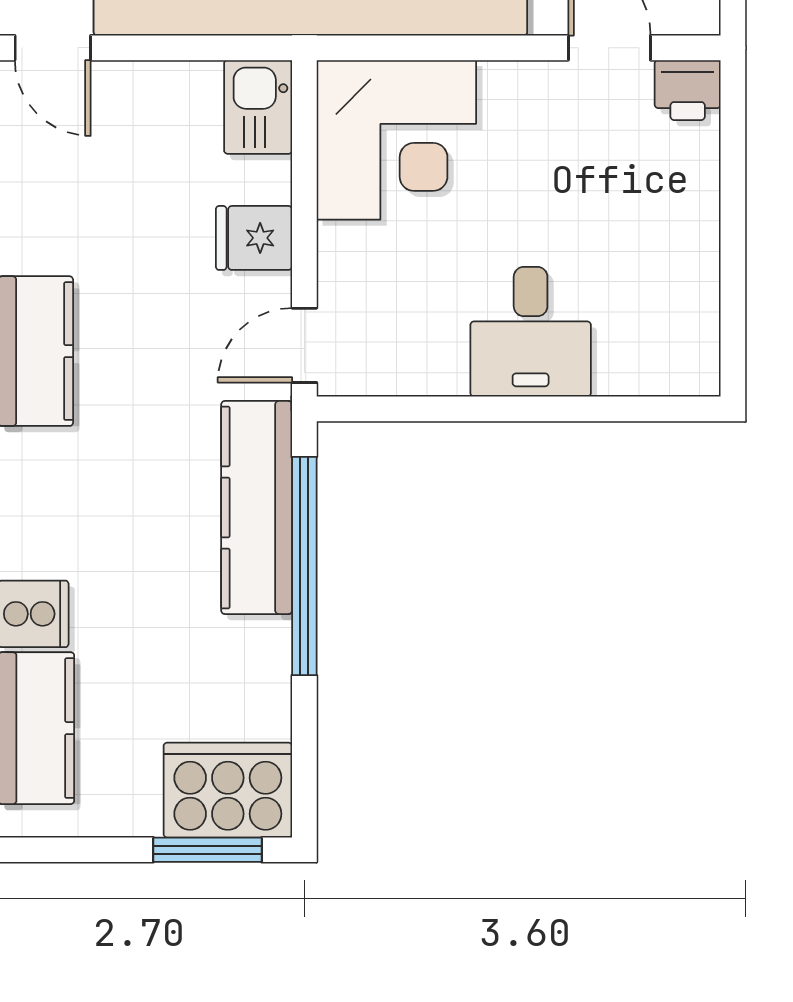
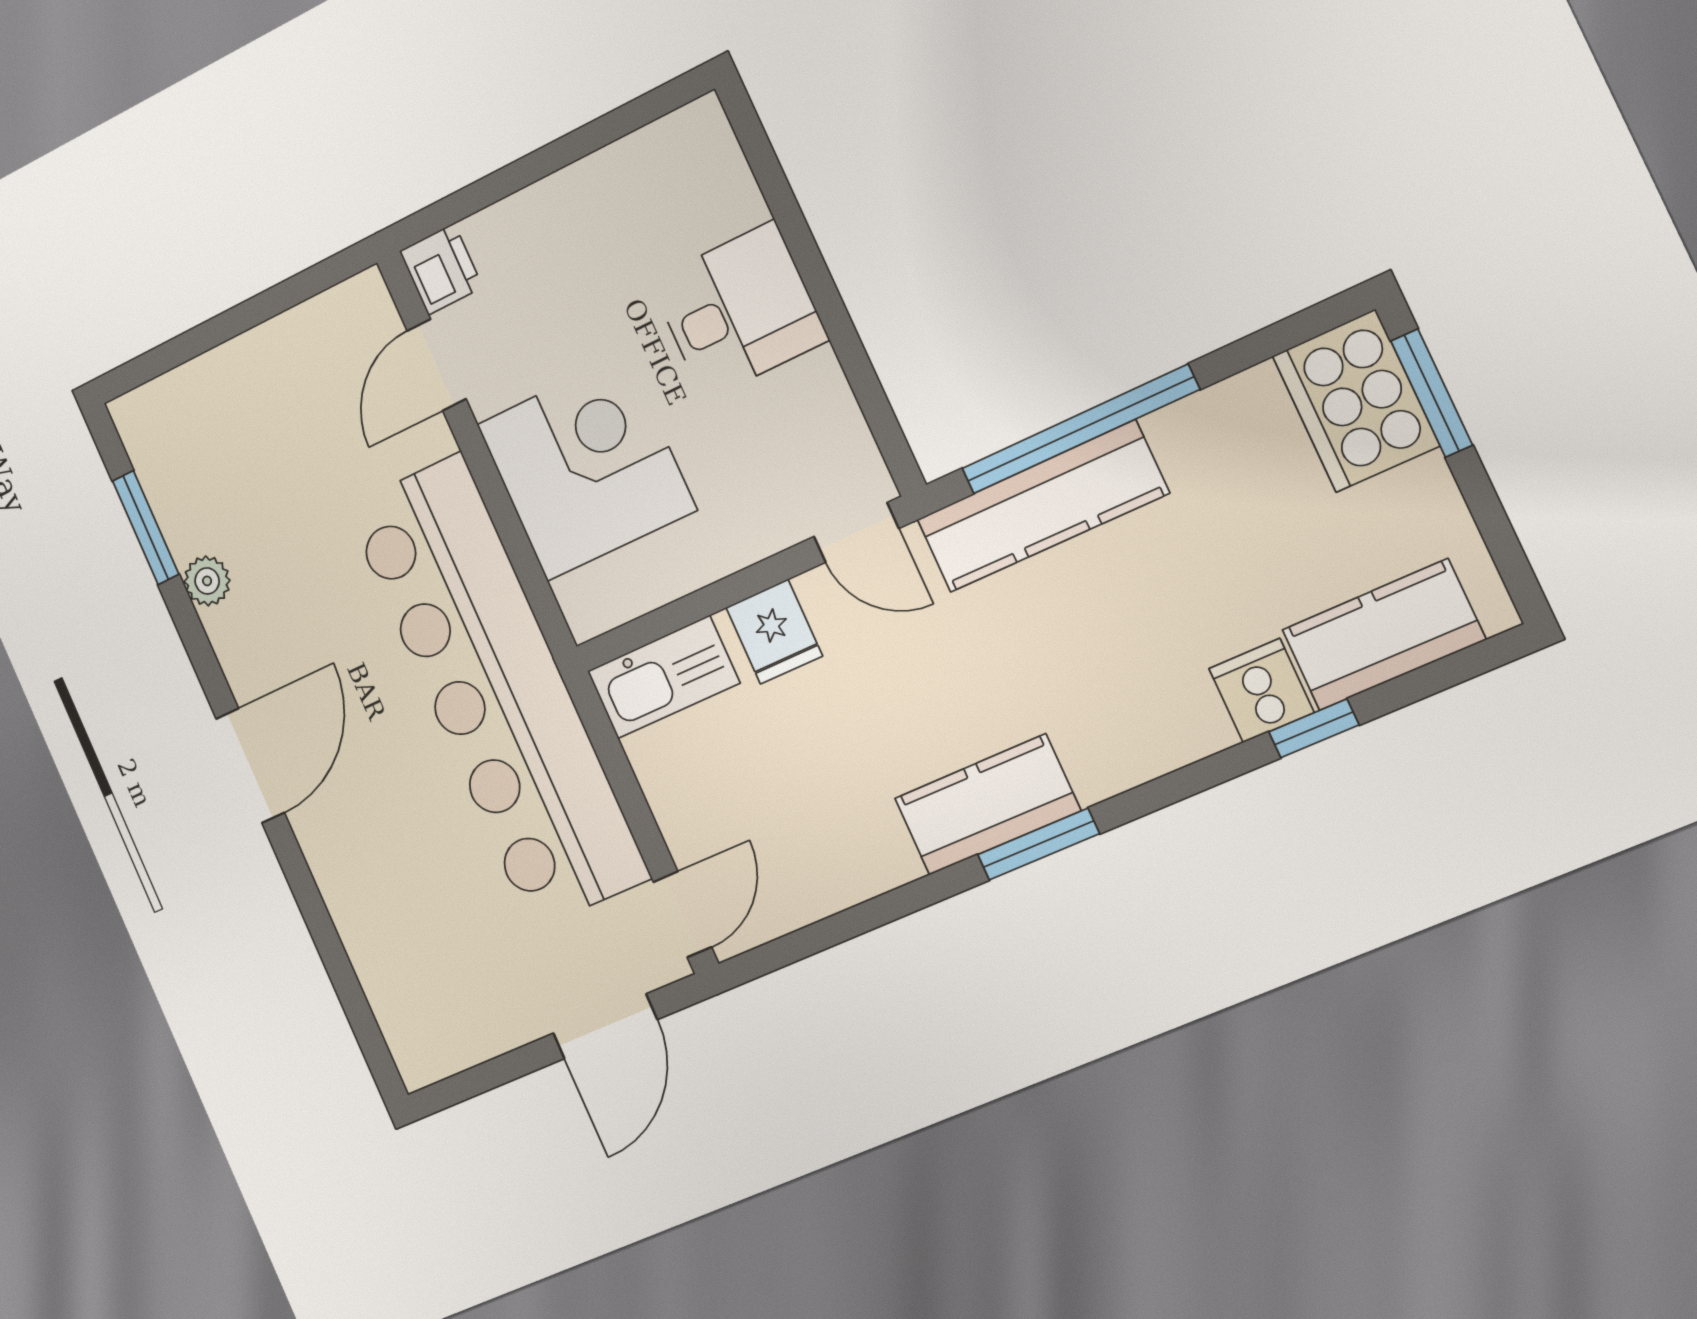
kitchen sink: (258, 107) -> (663, 677), width x1.38
corner desk: (396, 140) -> (586, 467), moved

